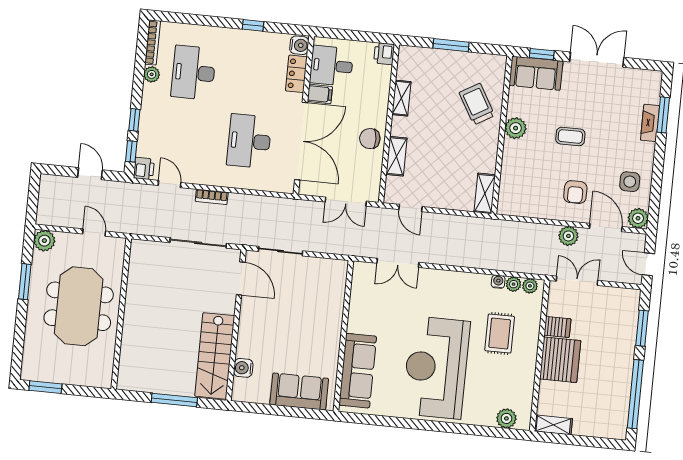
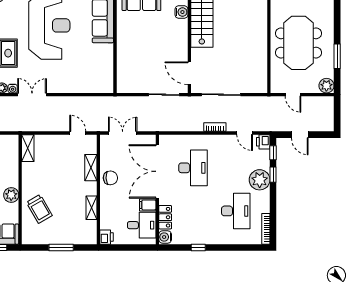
plant: (152, 74) -> (260, 180), moved, width x1.88, depth x1.88
double door: (398, 263) -> (32, 95), moved

